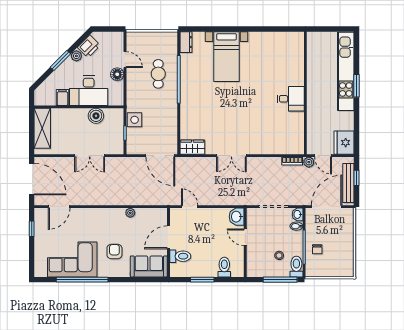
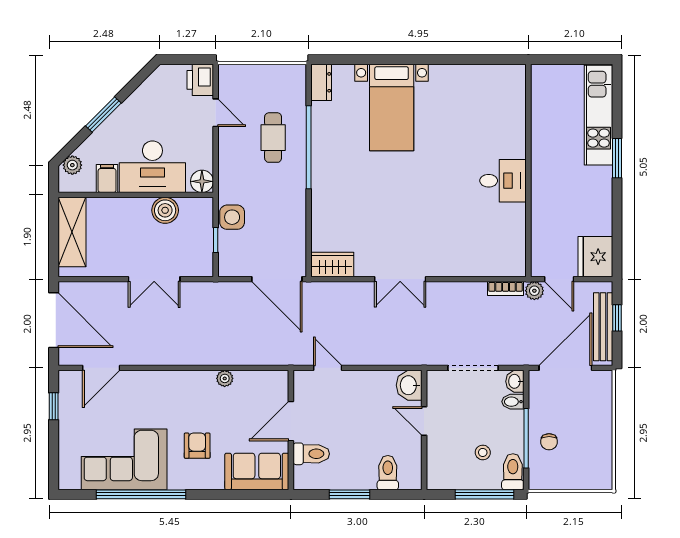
printer: (89, 46) -> (200, 80), moved, turned 135
plant: (76, 56) -> (72, 165), moved
kitchen unit: (346, 71) -> (599, 115), width x0.73
floor lamp: (117, 74) -> (202, 181), moved

